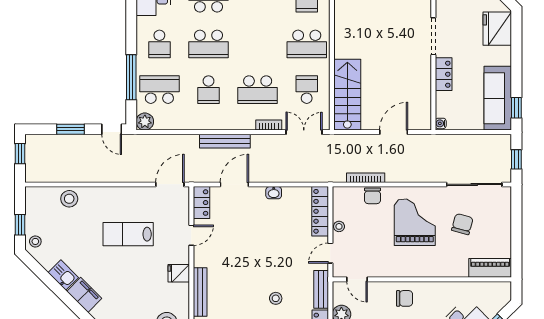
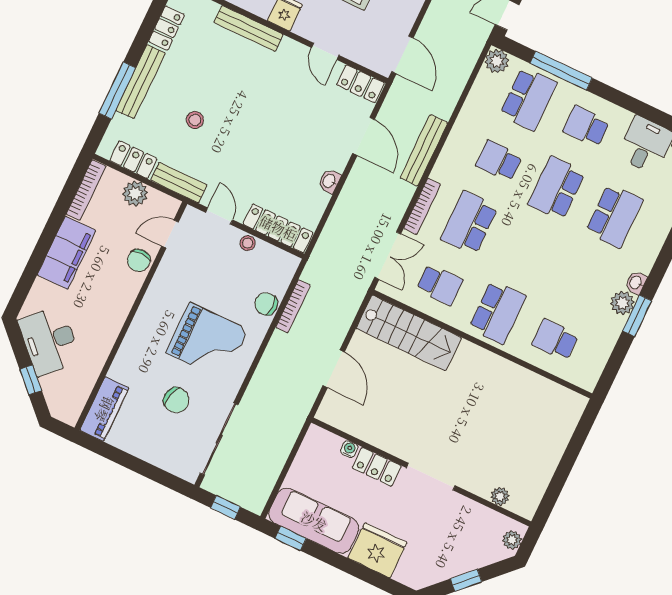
fridge: (497, 29) -> (377, 550), moved
school desk: (307, 44) -> (497, 312), turned 180
water cooler: (441, 123) -> (349, 449), moved
bookcase: (269, 125) -> (422, 206), width x1.56
chair: (404, 298) -> (139, 260), moved

